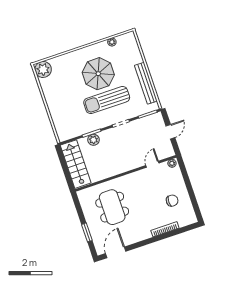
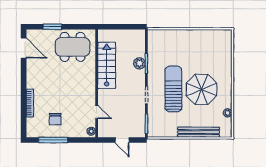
plant: (43, 69) -> (224, 38), removed
bench: (146, 83) -> (199, 132), moved
stairs: (76, 164) -> (107, 65), moved, turned -90
window: (192, 196) -> (53, 140), added
dining table: (112, 207) -> (73, 47), moved

